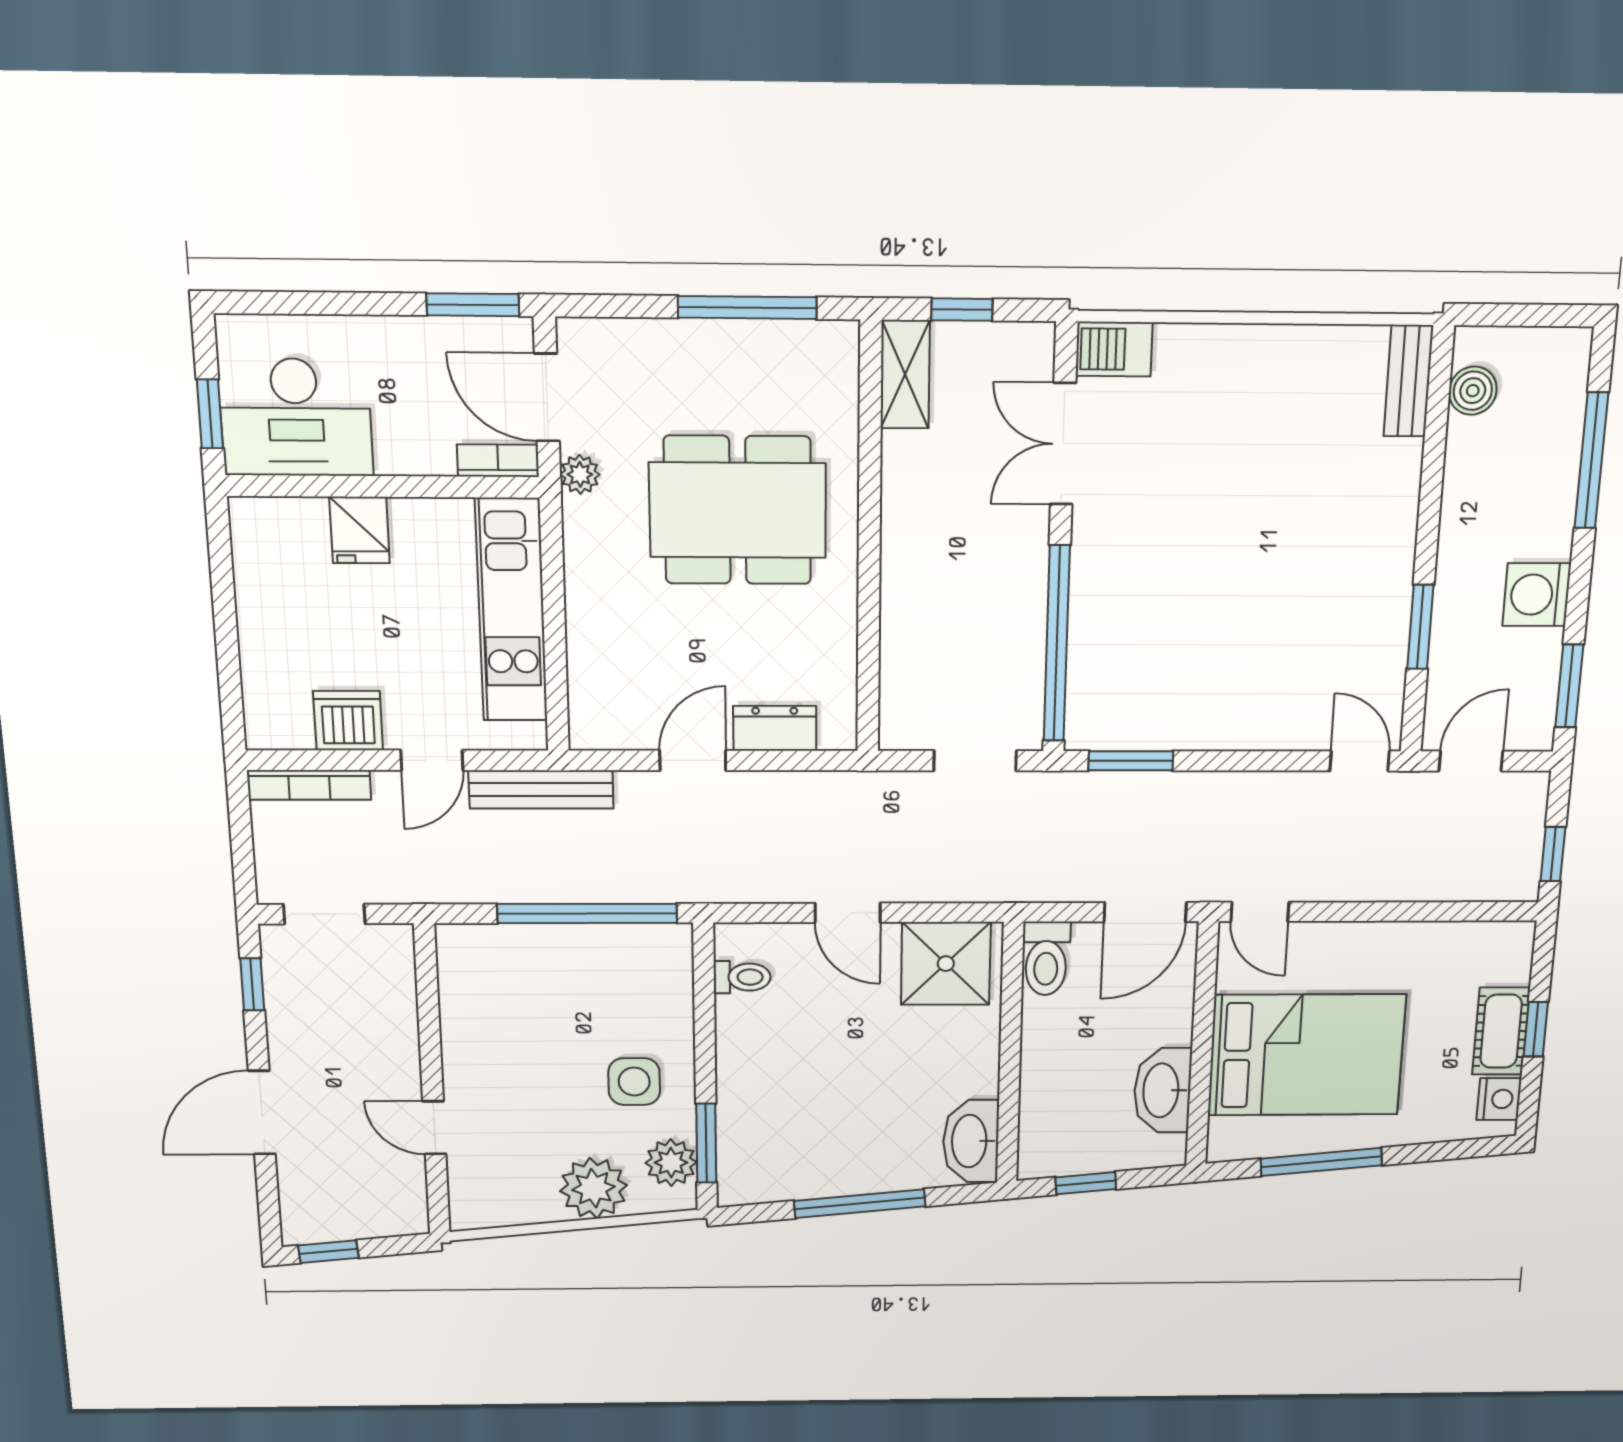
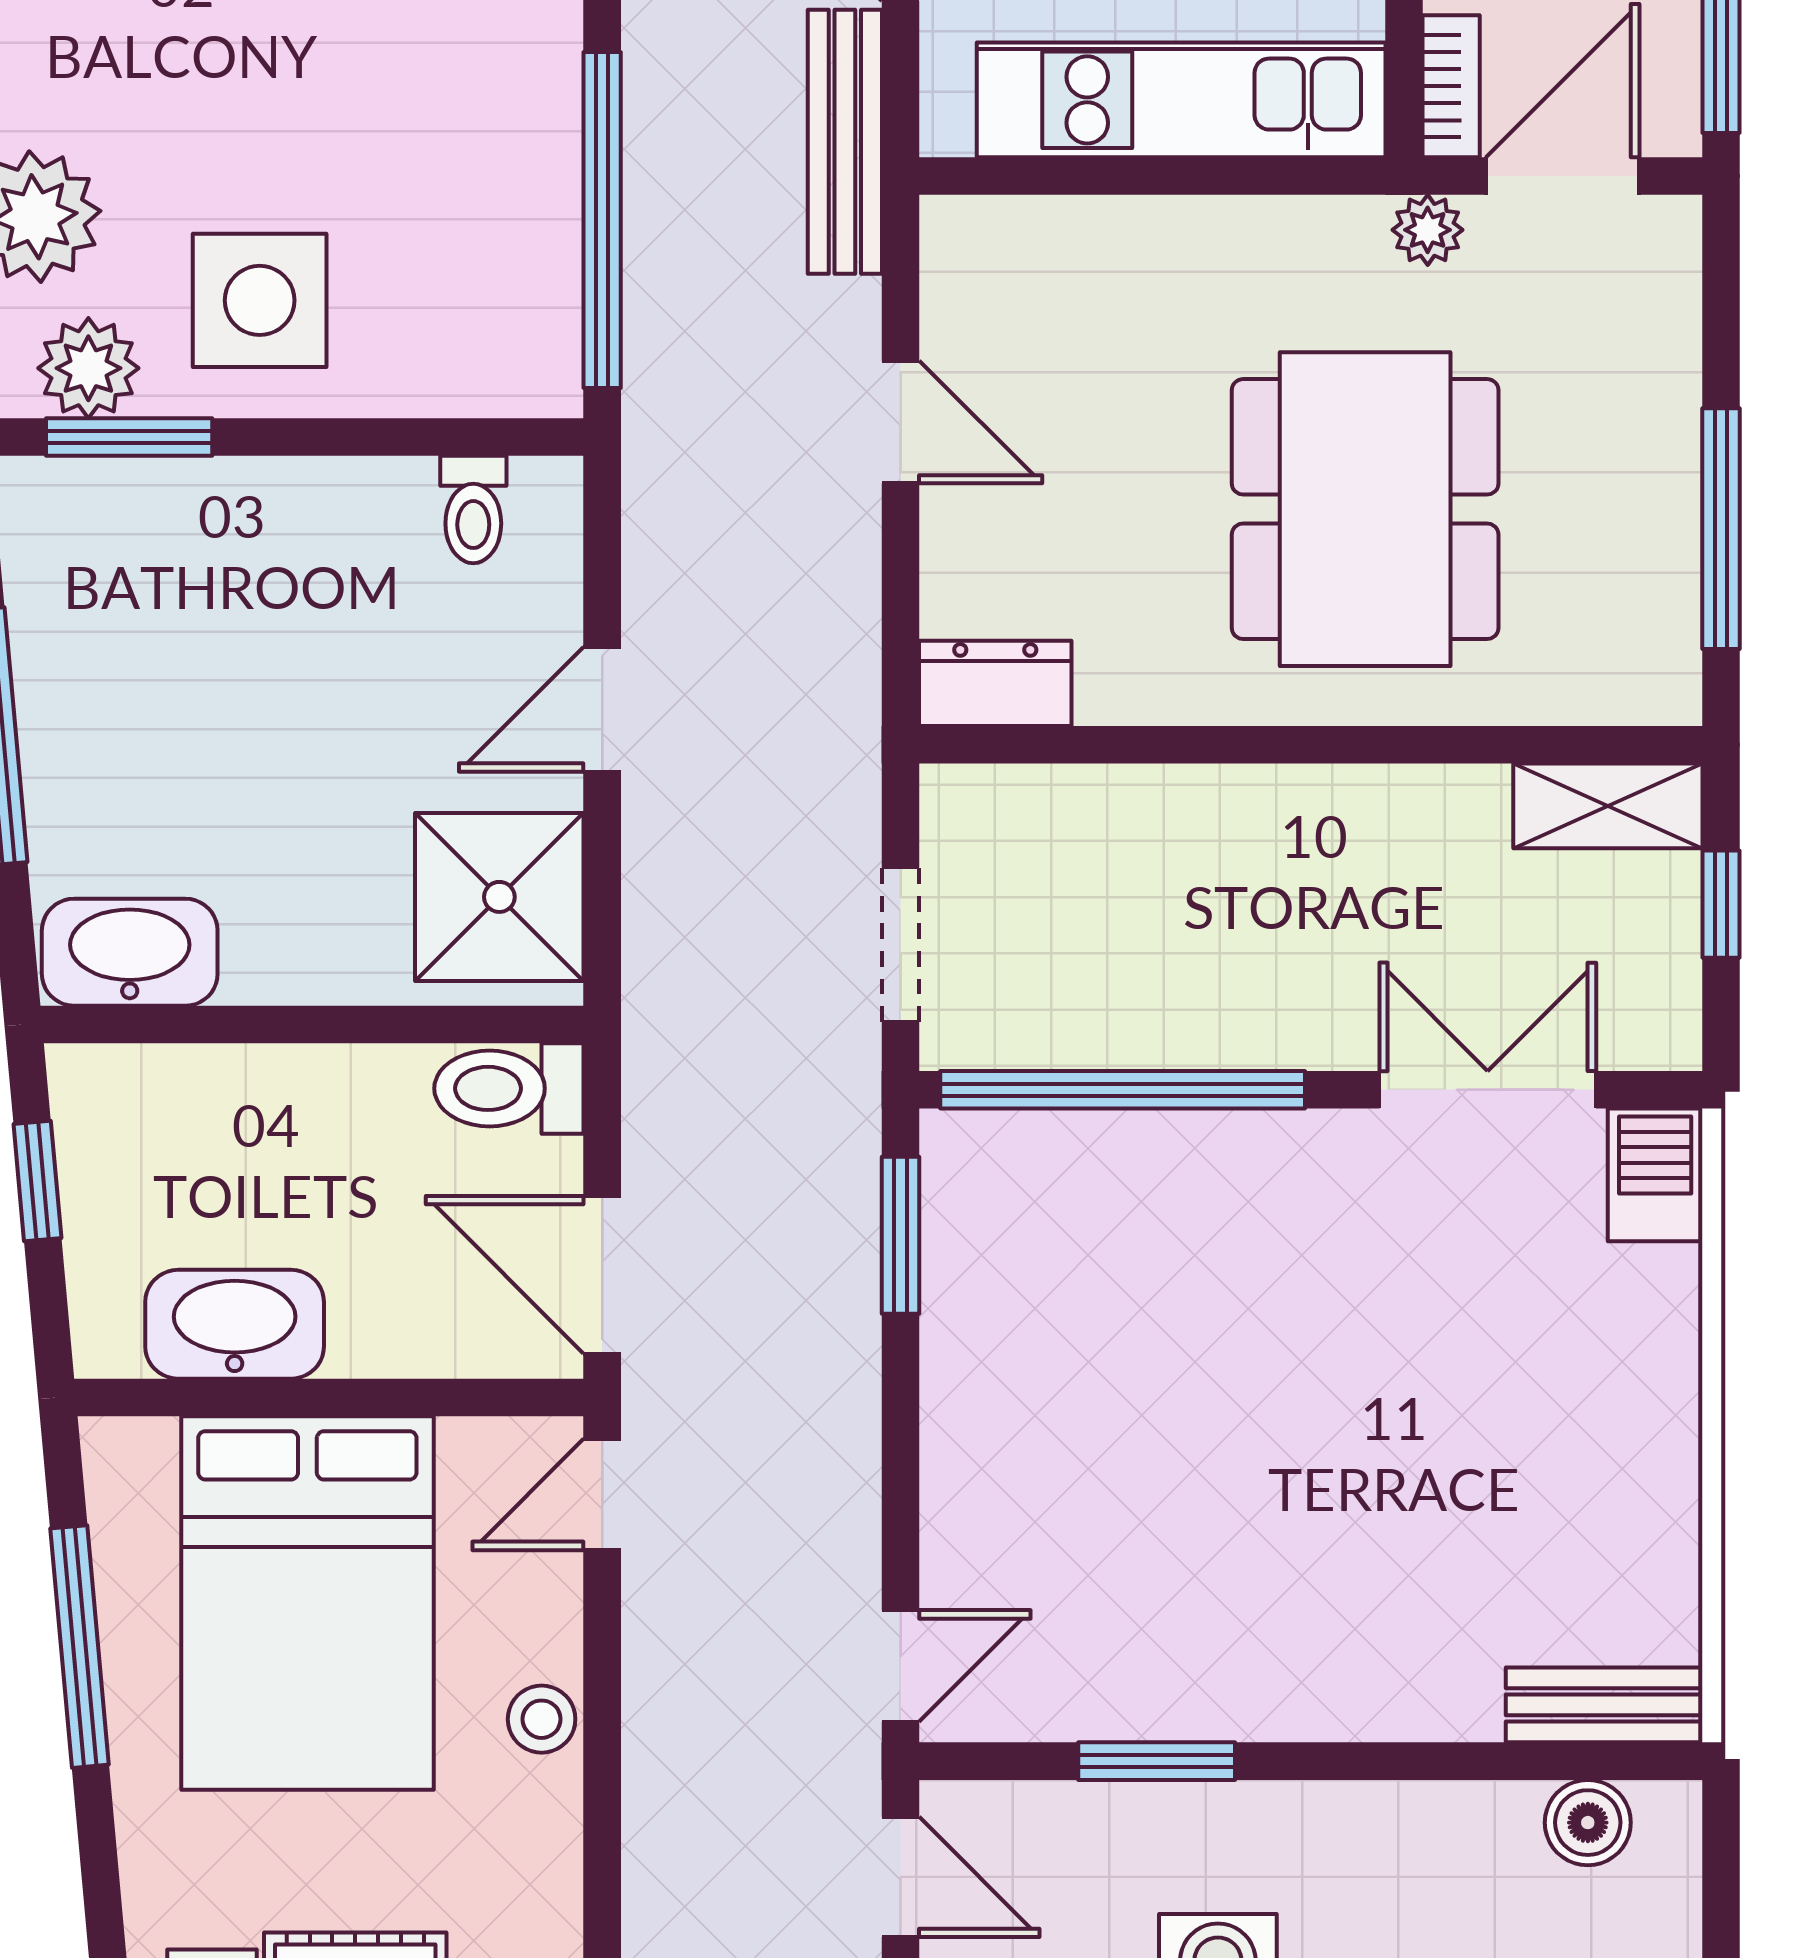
dresser: (775, 728) -> (995, 683), moved, turned -90
stool: (1374, 941) -> (542, 1719), added
side table: (634, 1082) -> (260, 300), width x1.37, depth x1.37

